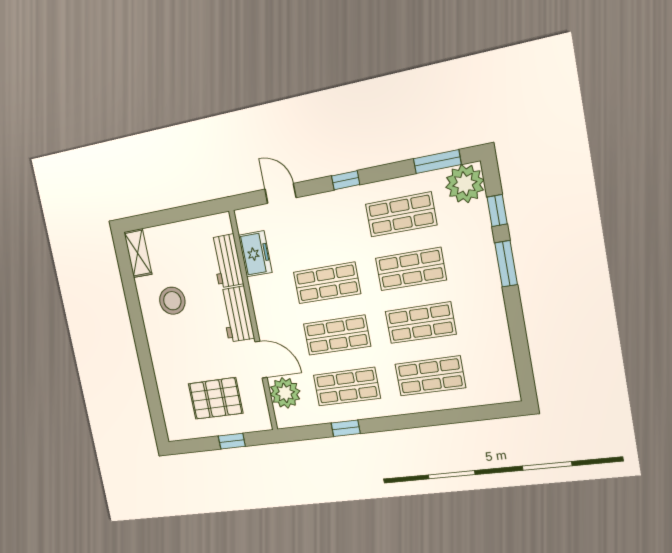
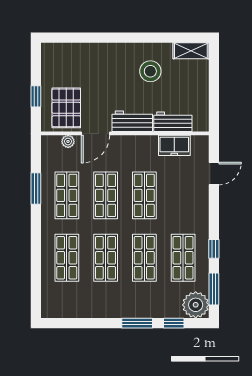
window: (346, 180) -> (214, 249), moved
plant: (285, 393) -> (68, 141), width x0.53, depth x0.53
pallet: (216, 398) -> (66, 108), moved
window: (346, 428) -> (36, 189), width x1.50

